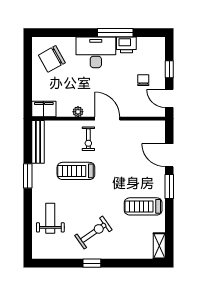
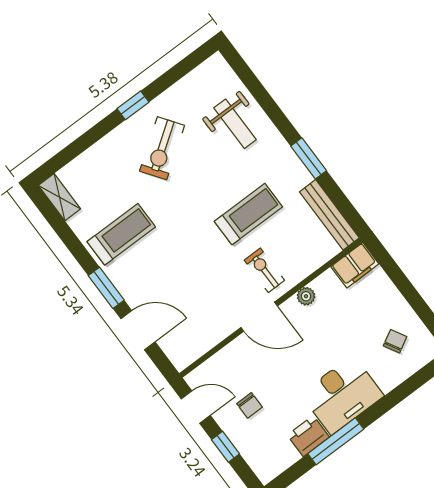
chair: (52, 59) -> (395, 341), width x0.54, depth x0.54

